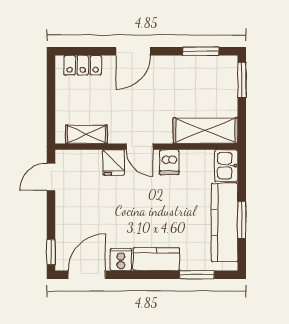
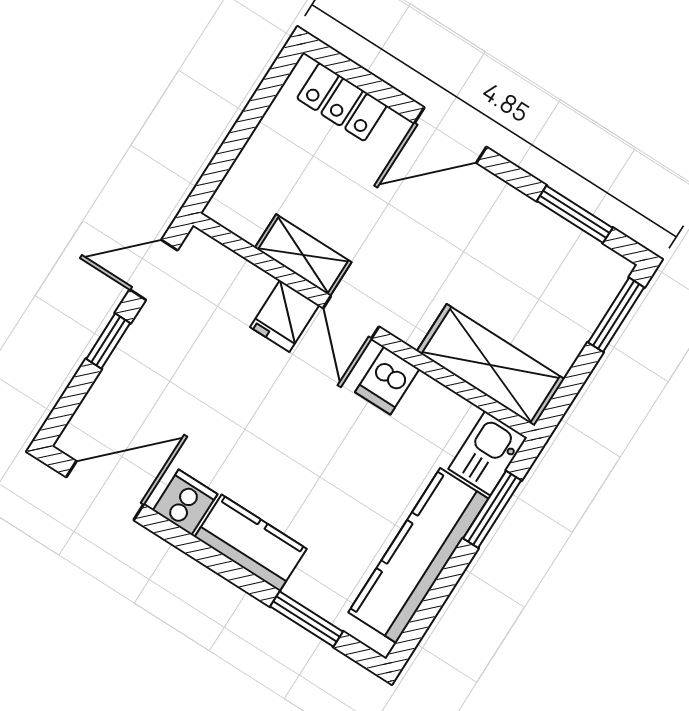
shelving: (86, 134) -> (303, 255), moved
window: (242, 220) -> (492, 509), moved
window: (51, 252) -> (108, 341), moved

